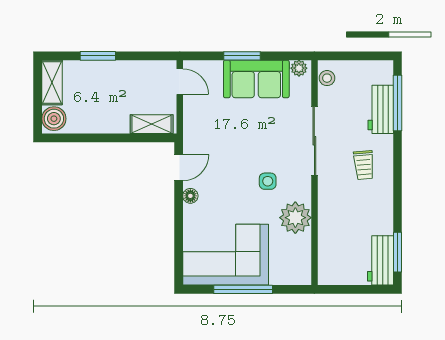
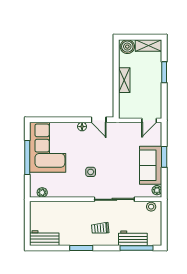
shelving: (152, 124) -> (124, 80), moved
plant: (295, 218) -> (42, 192), moved, width x0.53, depth x0.53
window: (398, 252) -> (81, 248), moved

